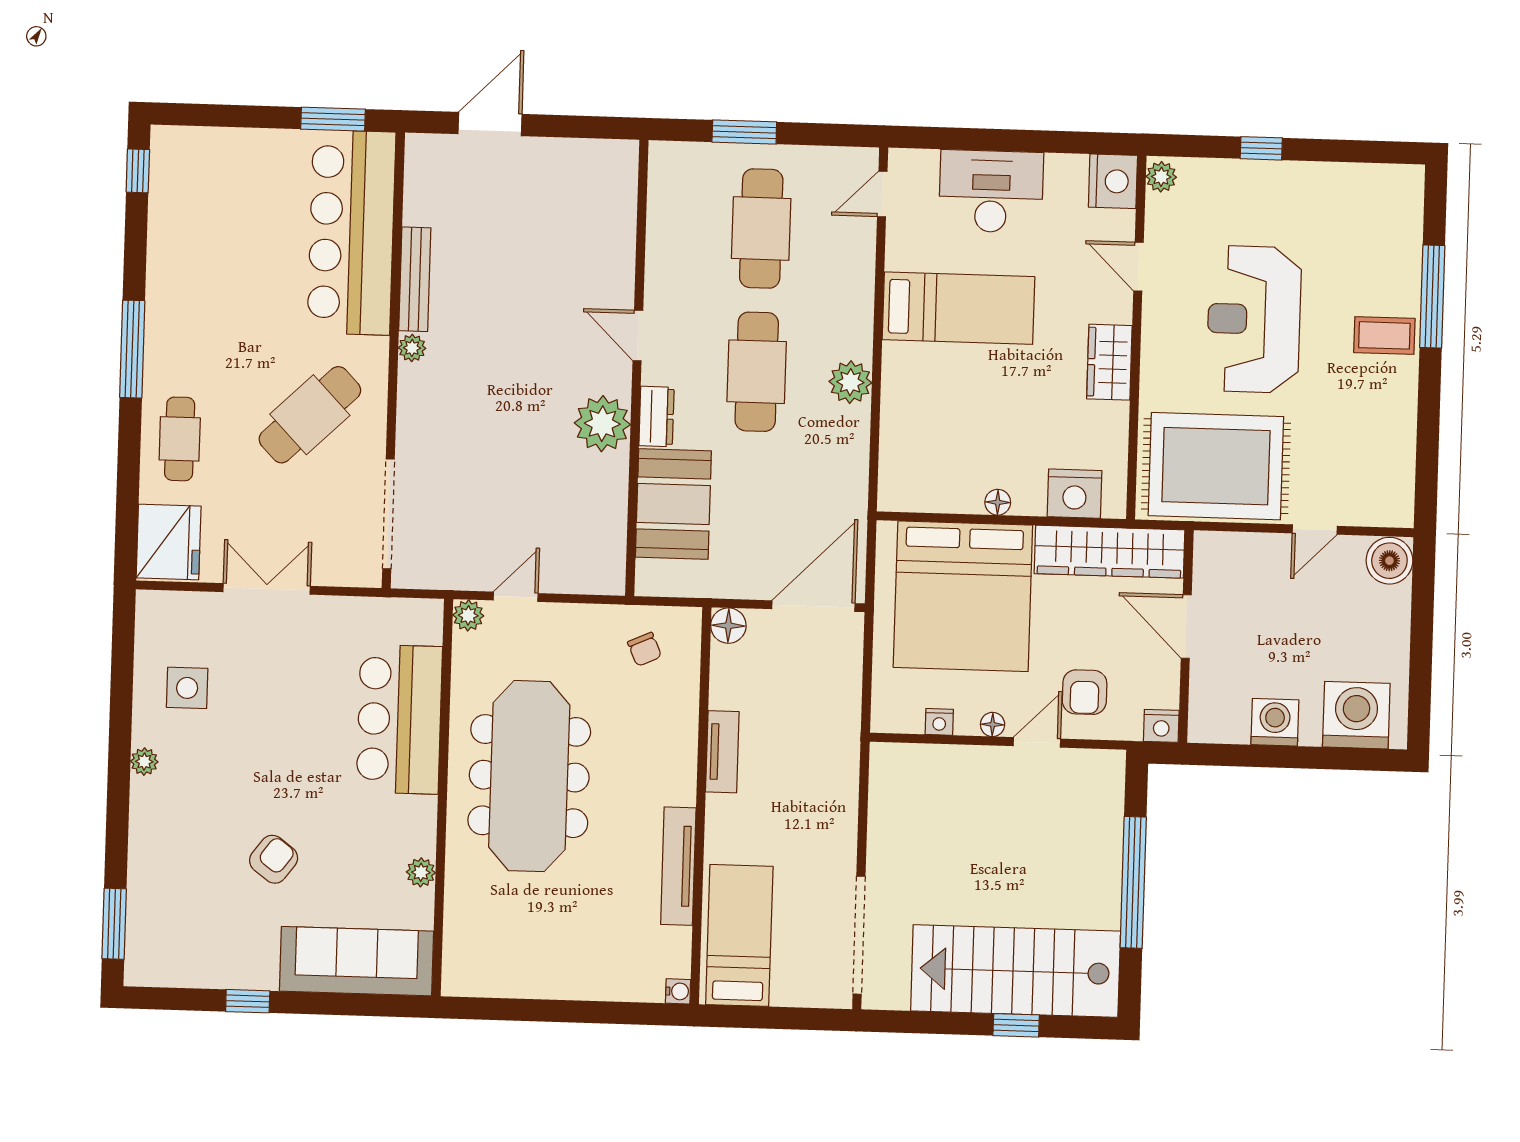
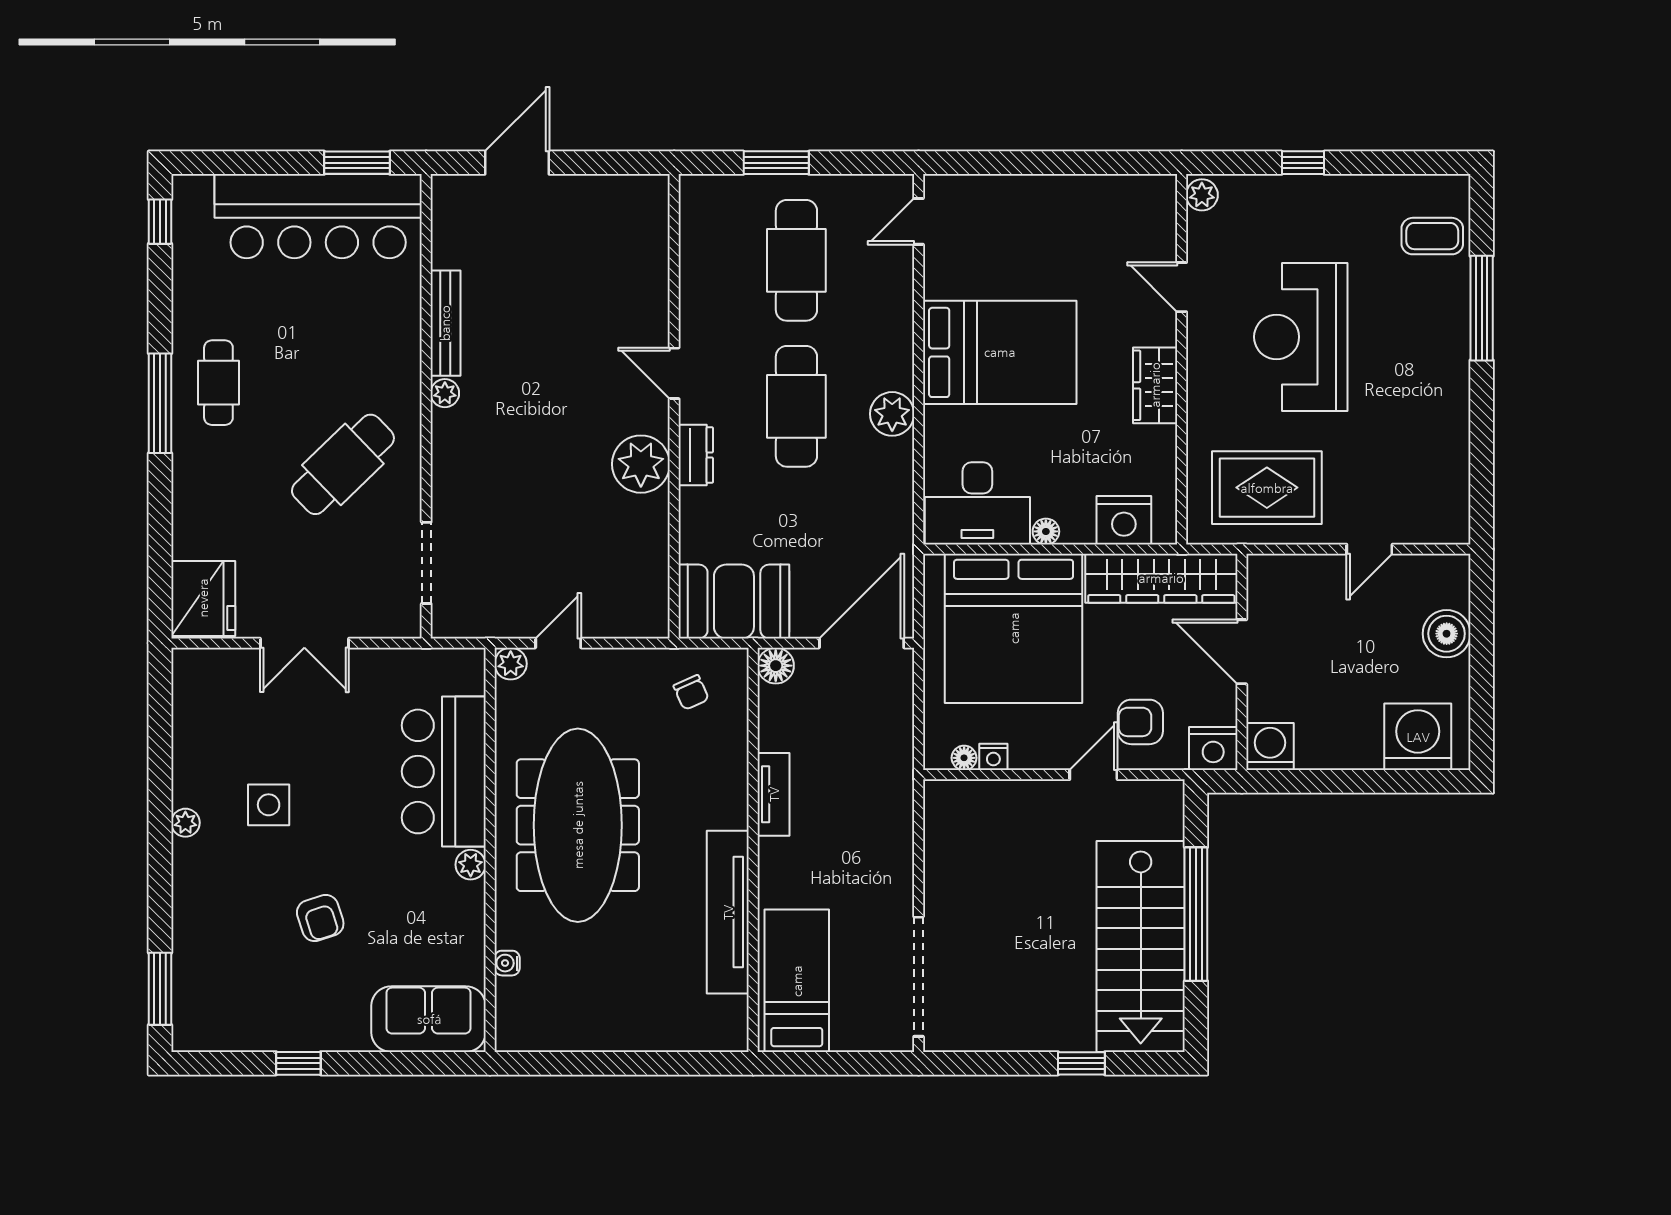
nightstand: (1113, 181) -> (1153, 201), removed
desk: (991, 191) -> (977, 503), moved, turned 180
bar counter: (351, 232) -> (318, 216), moved, turned -90
bed: (958, 308) -> (1000, 352), width x1.50
coffee table: (1384, 335) -> (1432, 236), moved
cafe table: (180, 439) -> (218, 383), moved
rug: (1216, 466) -> (1267, 488), width x0.73, depth x0.69
booth: (673, 504) -> (734, 602), moved, turned 90
doorway: (388, 514) -> (426, 563), width x0.73
boiler: (1389, 561) -> (1447, 634), moved
double door: (267, 589) -> (304, 643), swing flipped
side table: (187, 688) -> (269, 805), moved
armchair: (1085, 692) -> (1140, 722), turned 90
washing machine: (1275, 722) -> (1270, 747), moved
floor lamp: (993, 724) -> (964, 758), moved
nightstand: (1161, 726) -> (1213, 748), width x1.36, depth x1.33
armchair: (274, 859) -> (320, 918), turned 125
tv unit: (678, 866) -> (728, 912), width x1.36, depth x1.29
plant: (421, 872) -> (471, 865), moved
sofa: (357, 961) -> (429, 1019), width x0.73
stairs: (1016, 971) -> (1141, 946), moved, turned -90
water cooler: (678, 991) -> (507, 963), moved, turned 180

